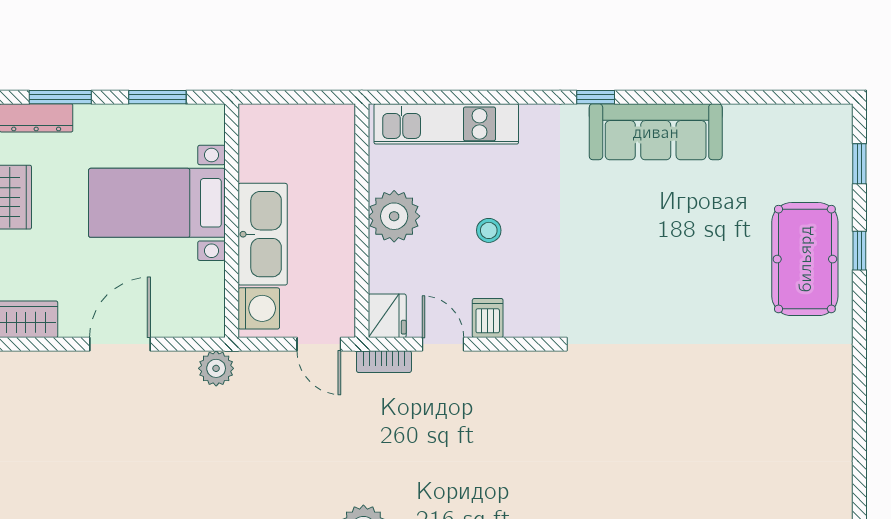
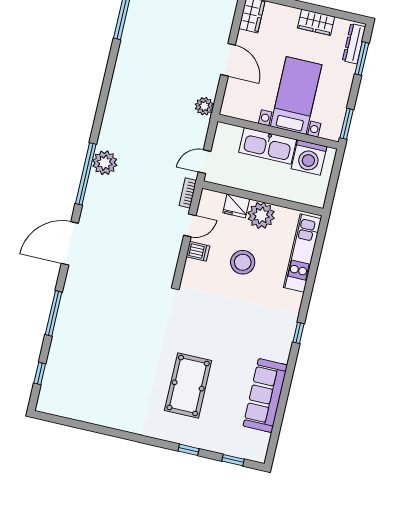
window: (157, 97) -> (347, 124), moved
sofa: (656, 132) -> (265, 395), moved
stool: (489, 230) -> (243, 262), width x1.89, depth x1.89
pool table: (805, 259) -> (188, 385), moved, turned 90
washing machine: (259, 308) -> (309, 158), moved, width x1.37, depth x1.37
fridge: (387, 316) -> (236, 206), moved

